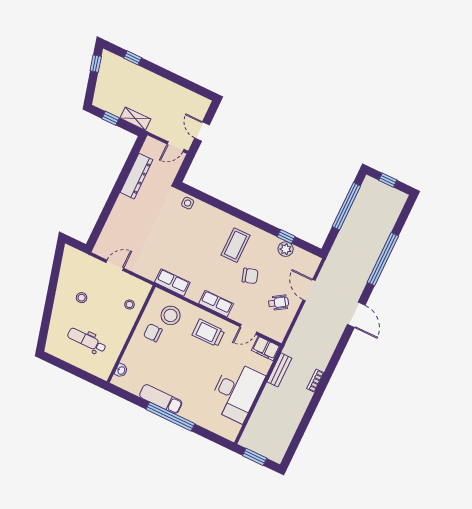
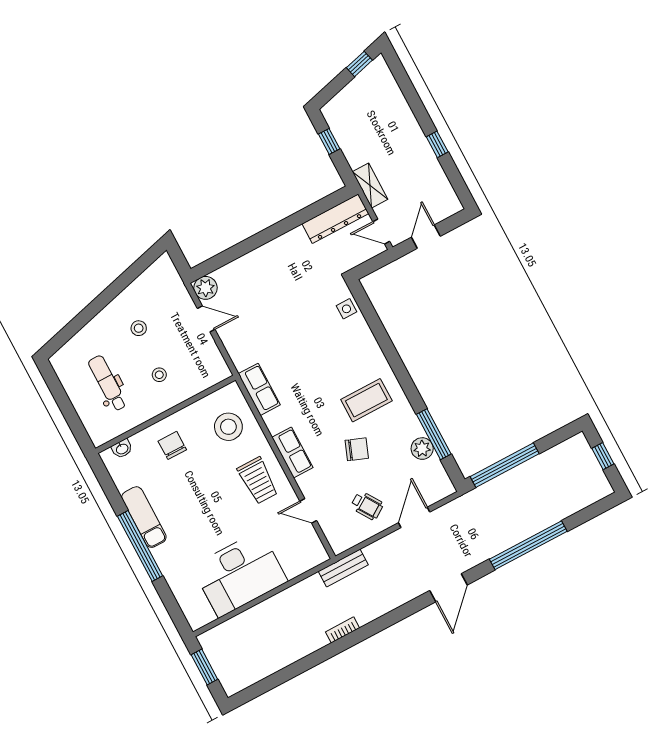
window: (133, 58) -> (437, 144), moved
shelving: (135, 119) -> (370, 186), moved
dresser: (137, 176) -> (335, 219), moved
window: (346, 206) -> (505, 465), moved
window: (286, 237) -> (434, 434), width x2.17
plant: (102, 249) -> (205, 288), added
chair: (250, 276) -> (357, 449), turned -52
stool: (129, 305) -> (159, 375), moved
chair: (153, 333) -> (172, 445), moved
trolley: (208, 333) -> (258, 480), turned 180
filing cabinet: (266, 348) -> (312, 549), removed
bench: (279, 370) -> (343, 568), moved

